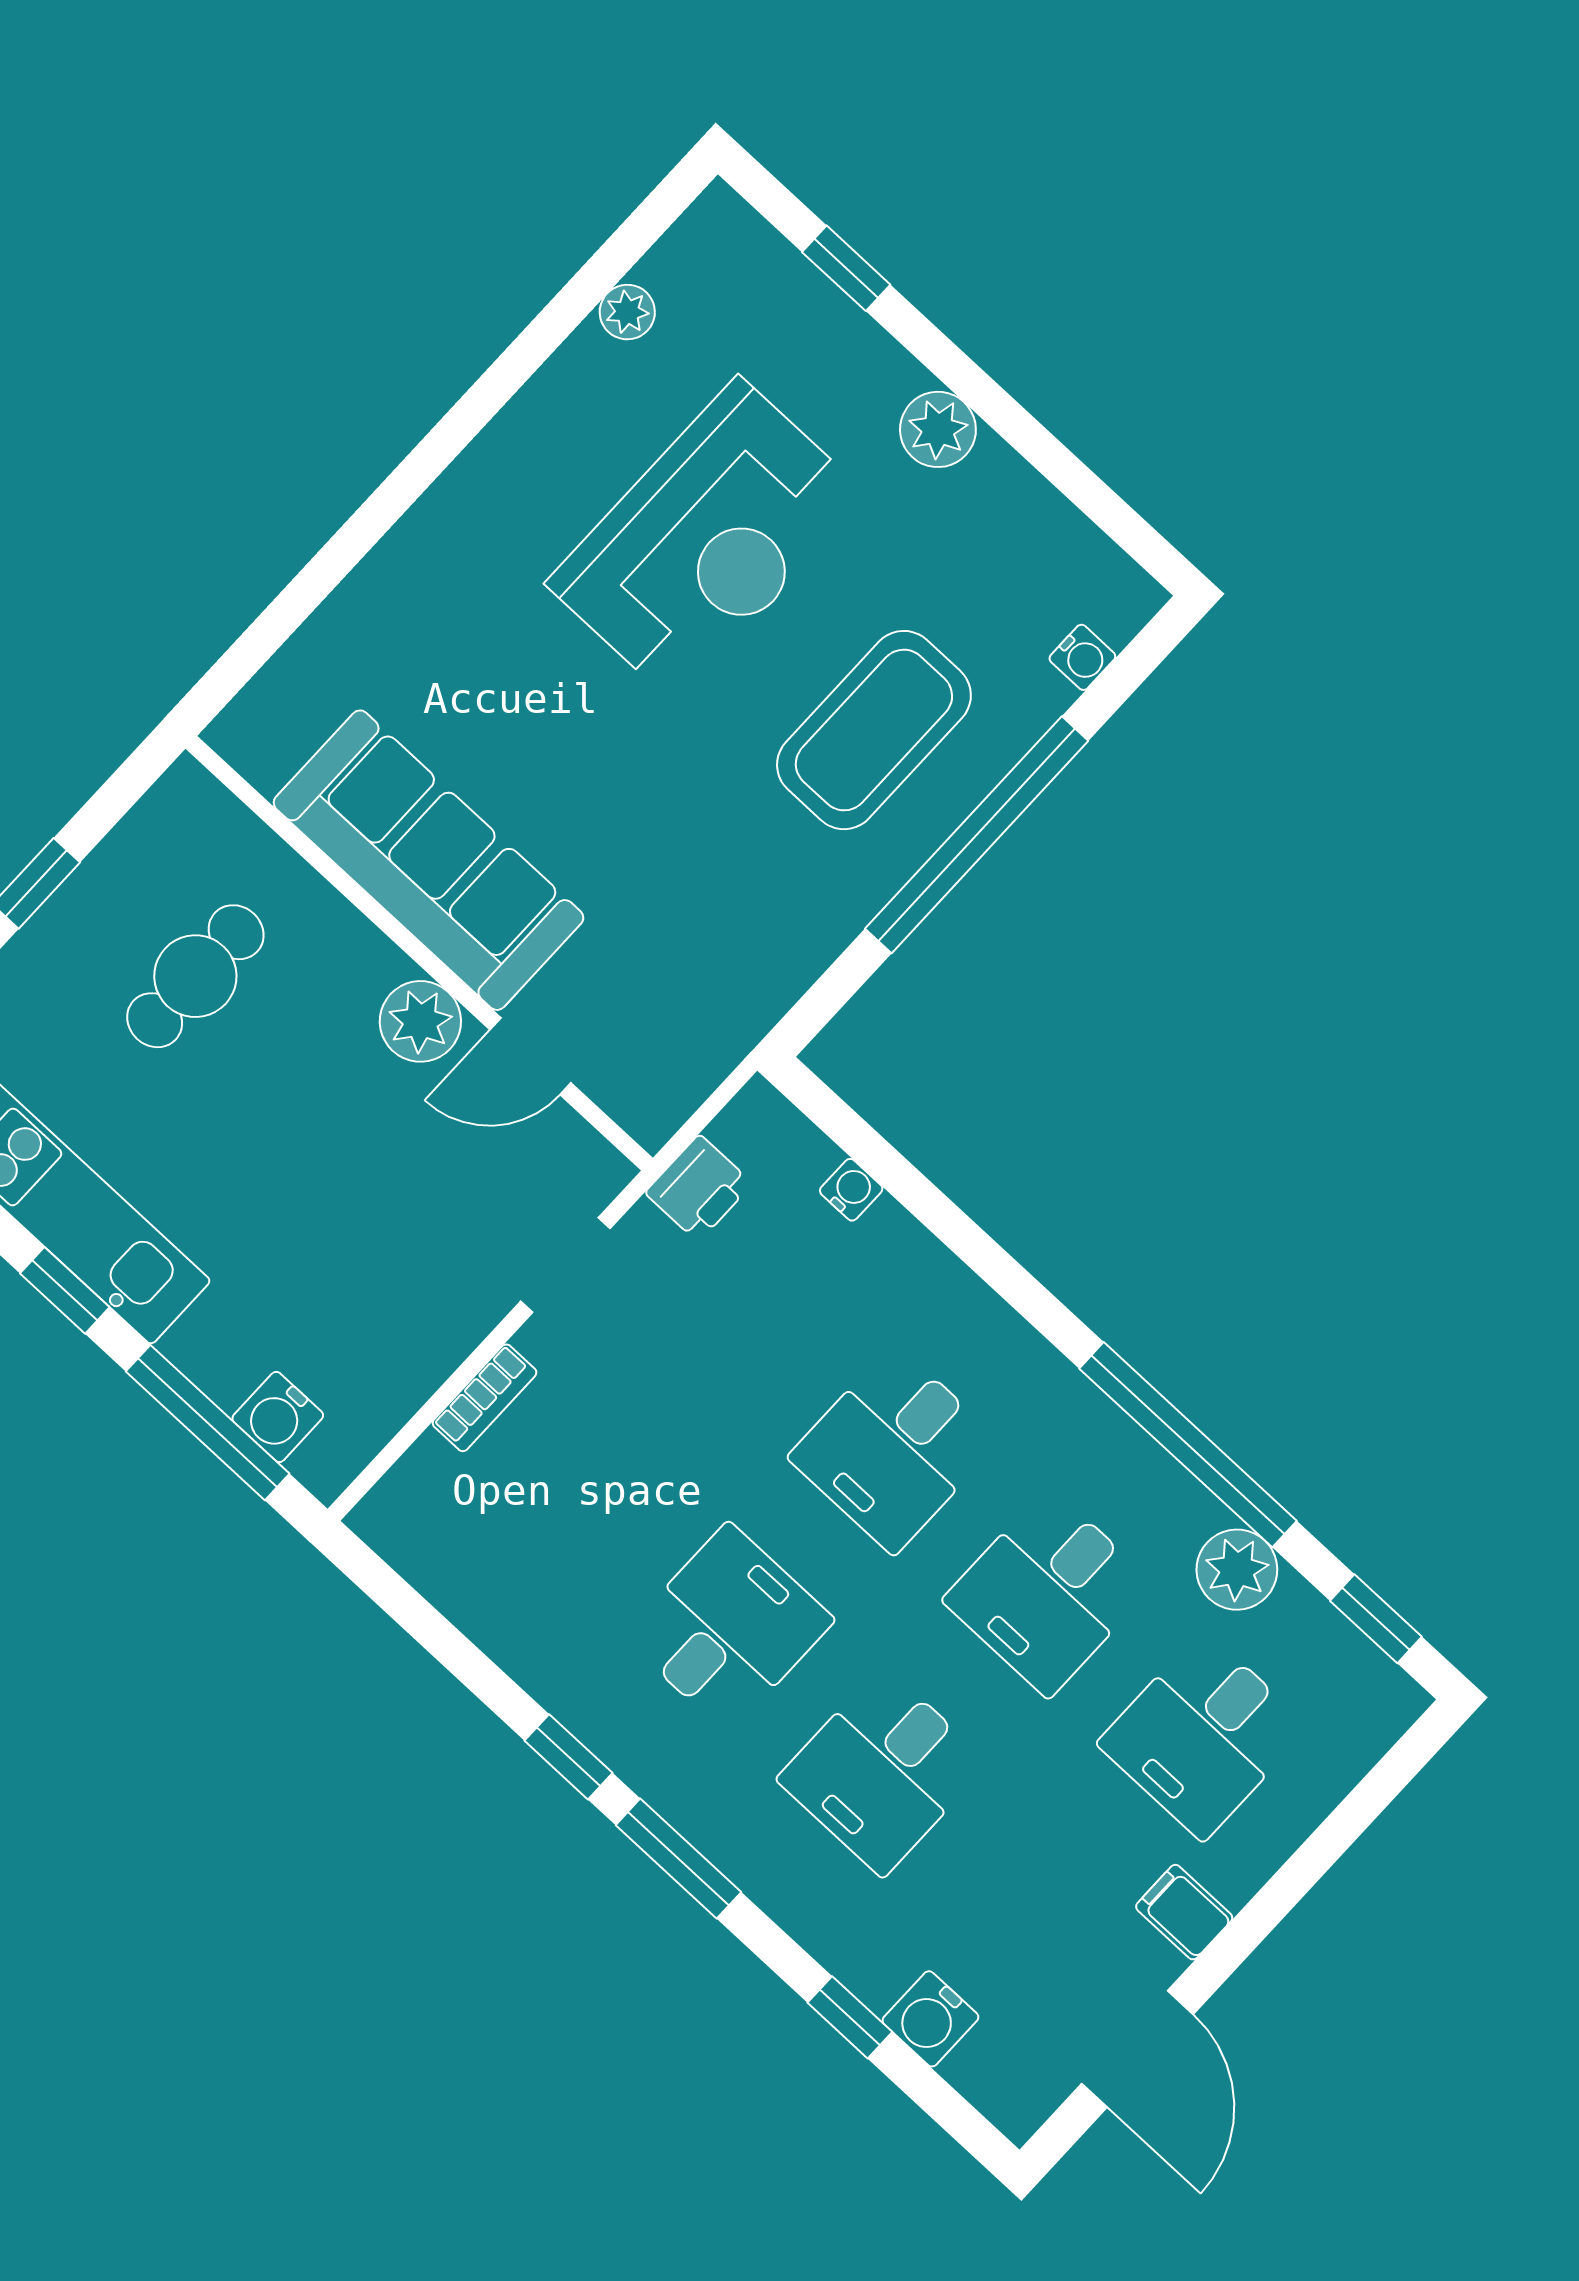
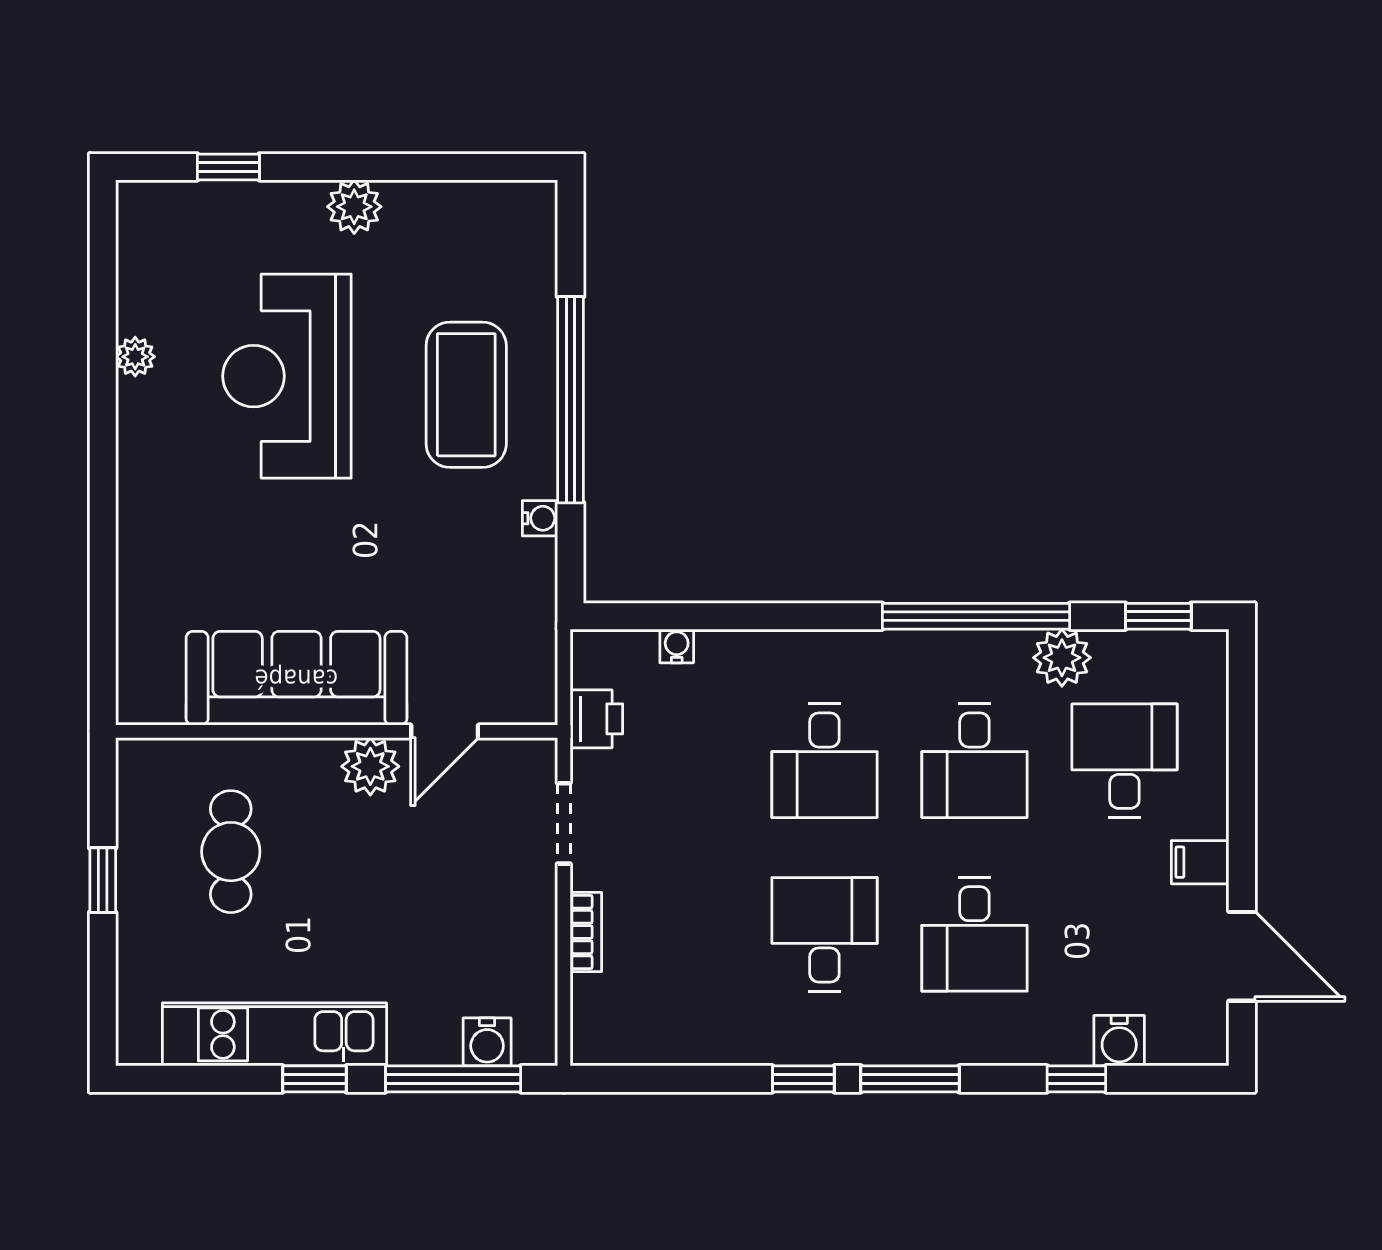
plant: (627, 312) -> (135, 357), moved
reception desk: (707, 540) -> (287, 376), turned 180
water cooler: (1082, 657) -> (540, 518), moved
desk: (1203, 1735) -> (1124, 761), turned 180

